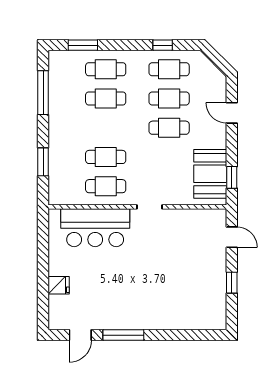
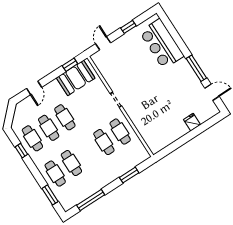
bar counter: (95, 228) -> (162, 44), moved, turned 180

